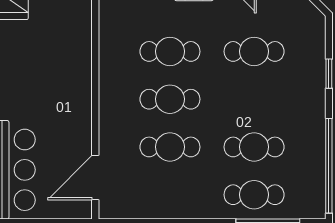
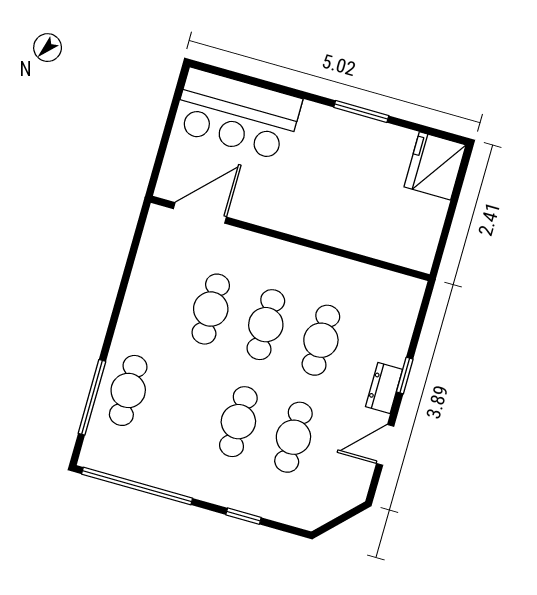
cafe table: (254, 147) -> (238, 422), moved
door: (95, 178) -> (200, 213), hinge flipped

